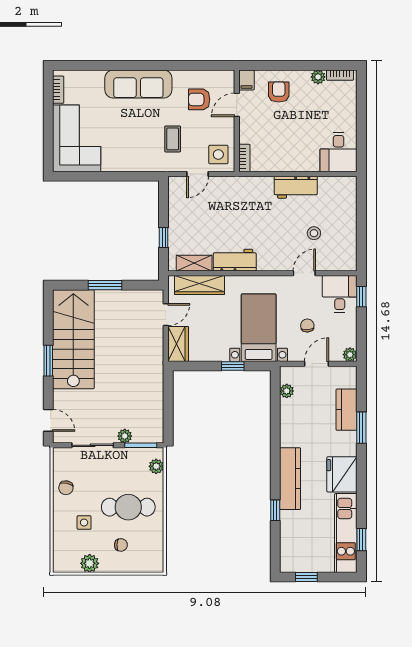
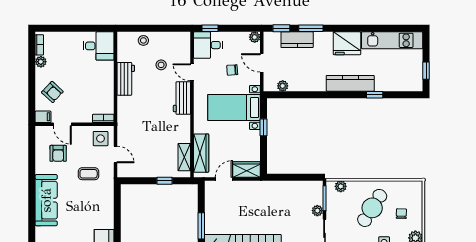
armchair: (279, 92) -> (52, 92), turned -137
stool: (346, 210) -> (143, 40), added
workbench: (235, 260) -> (182, 98), moved
door: (166, 315) -> (224, 179), hinge flipped
cafe table: (128, 507) -> (372, 208), turned 32
window: (361, 540) -> (281, 28), moved

